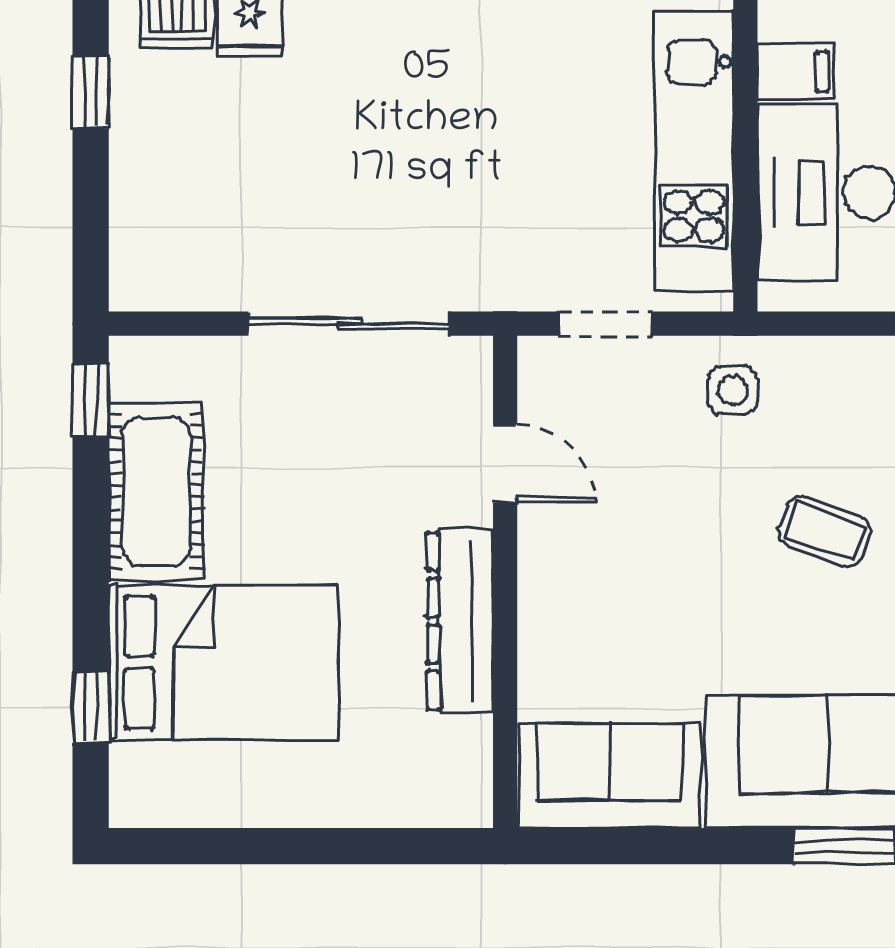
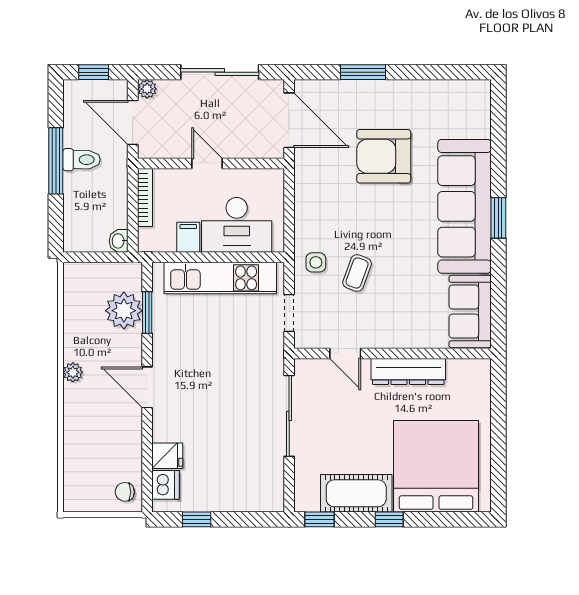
door: (505, 464) -> (345, 353), swing flipped
coffee table: (825, 531) -> (357, 273), moved
bed: (223, 662) -> (436, 466), width x1.36
window: (91, 707) -> (389, 519), moved

